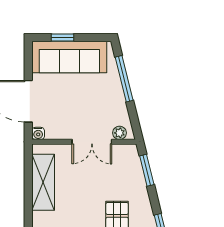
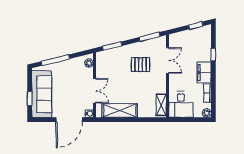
double door: (92, 142) -> (94, 91), moved

